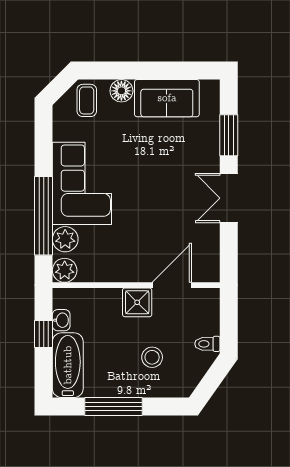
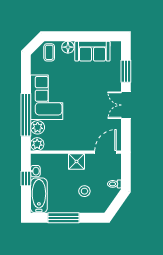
door: (172, 285) -> (105, 152), moved

